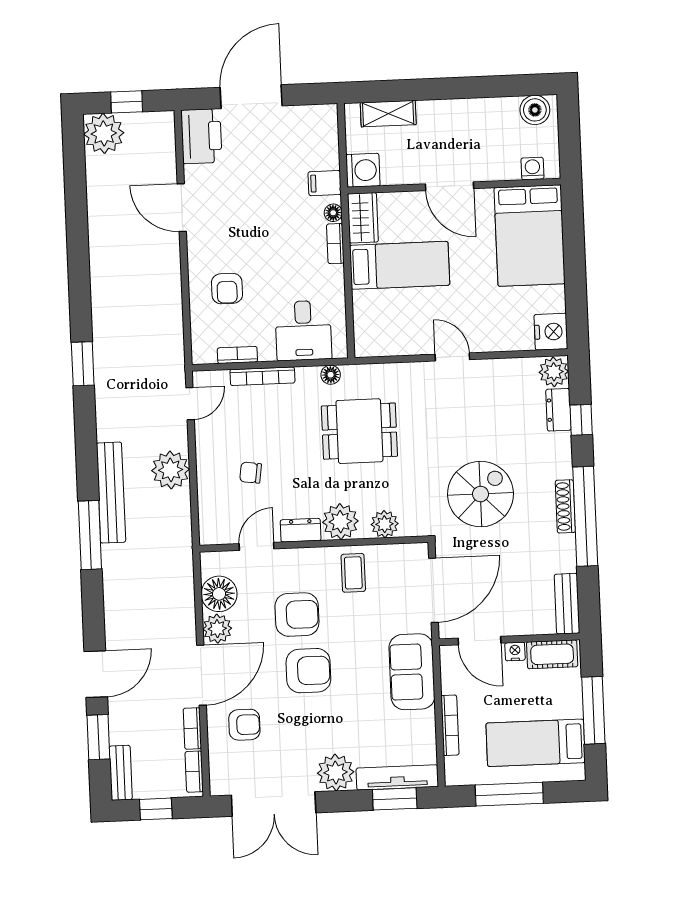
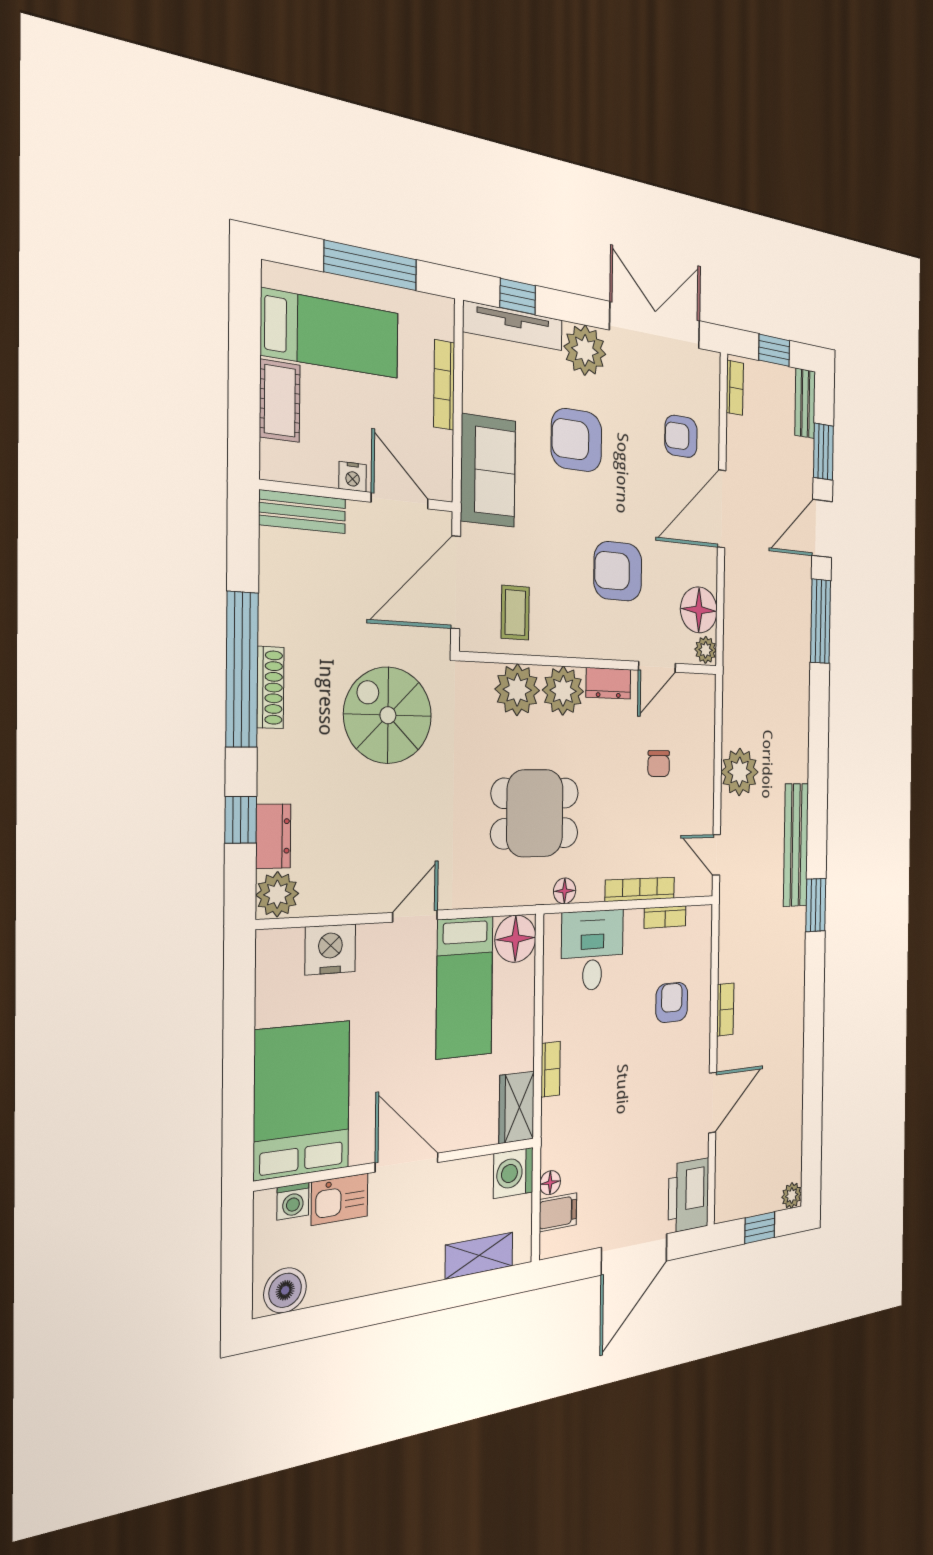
plant: (104, 133) -> (792, 1195), width x0.53, depth x0.53
kitchen sink: (499, 166) -> (340, 1199), added
filing cabinet: (325, 183) -> (558, 1212), moved
door: (182, 208) -> (713, 1103), hinge flipped
floor lamp: (333, 213) -> (550, 1183), moved
bed: (400, 265) -> (465, 987), moved, turned -90
nightstand: (551, 332) -> (330, 949), moved, turned 90
floor lamp: (371, 340) -> (515, 939), added
door: (452, 357) -> (415, 916), swing flipped
door: (190, 404) -> (716, 855), hinge flipped
chair: (251, 473) -> (659, 764), turned 82
bench: (111, 493) -> (796, 845), moved
spiral stairs: (481, 494) -> (388, 715), turned 90
plant: (385, 524) -> (517, 690), width x1.36, depth x1.36
window: (90, 535) -> (821, 621), moved
coffee table: (353, 573) -> (515, 613), moved
bench: (567, 604) -> (303, 512), moved, turned 90
plant: (217, 629) -> (706, 650), moved, width x0.73, depth x0.73
cot: (552, 654) -> (280, 401), moved, turned 90
armchair: (308, 671) -> (576, 440), moved
window: (593, 710) -> (245, 366), removed
bookcase: (192, 728) -> (725, 1009), moved
window: (395, 799) -> (518, 296), width x0.67

